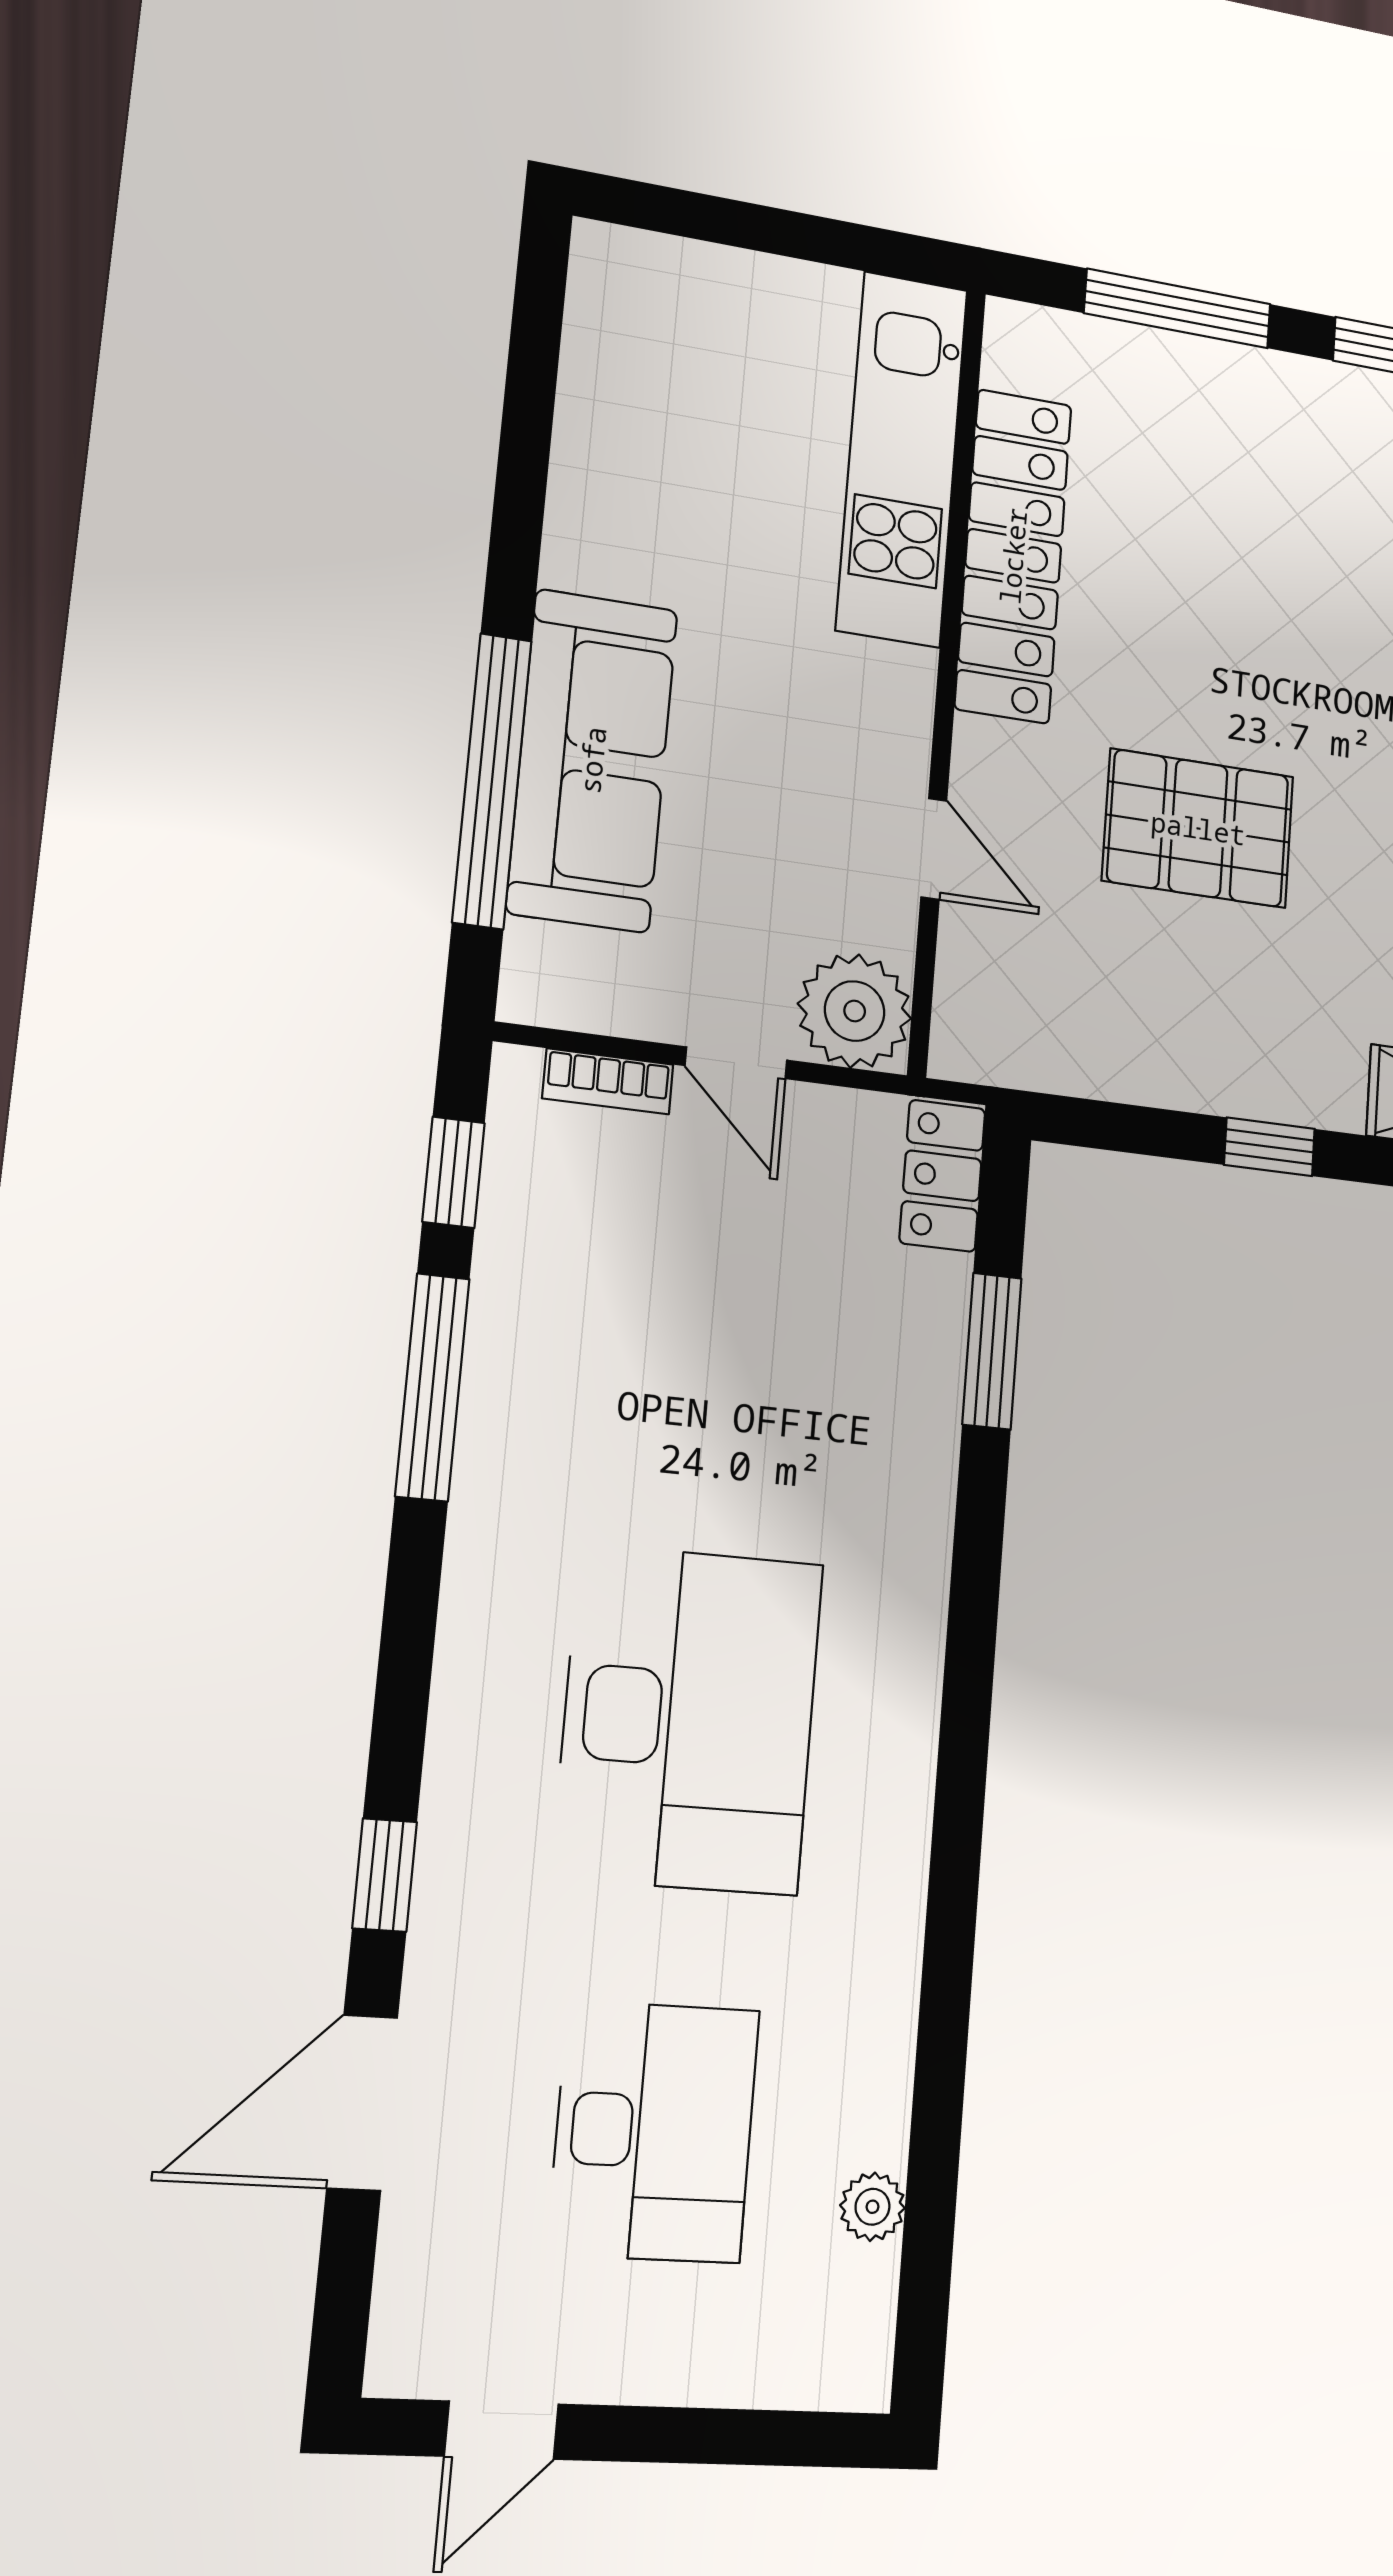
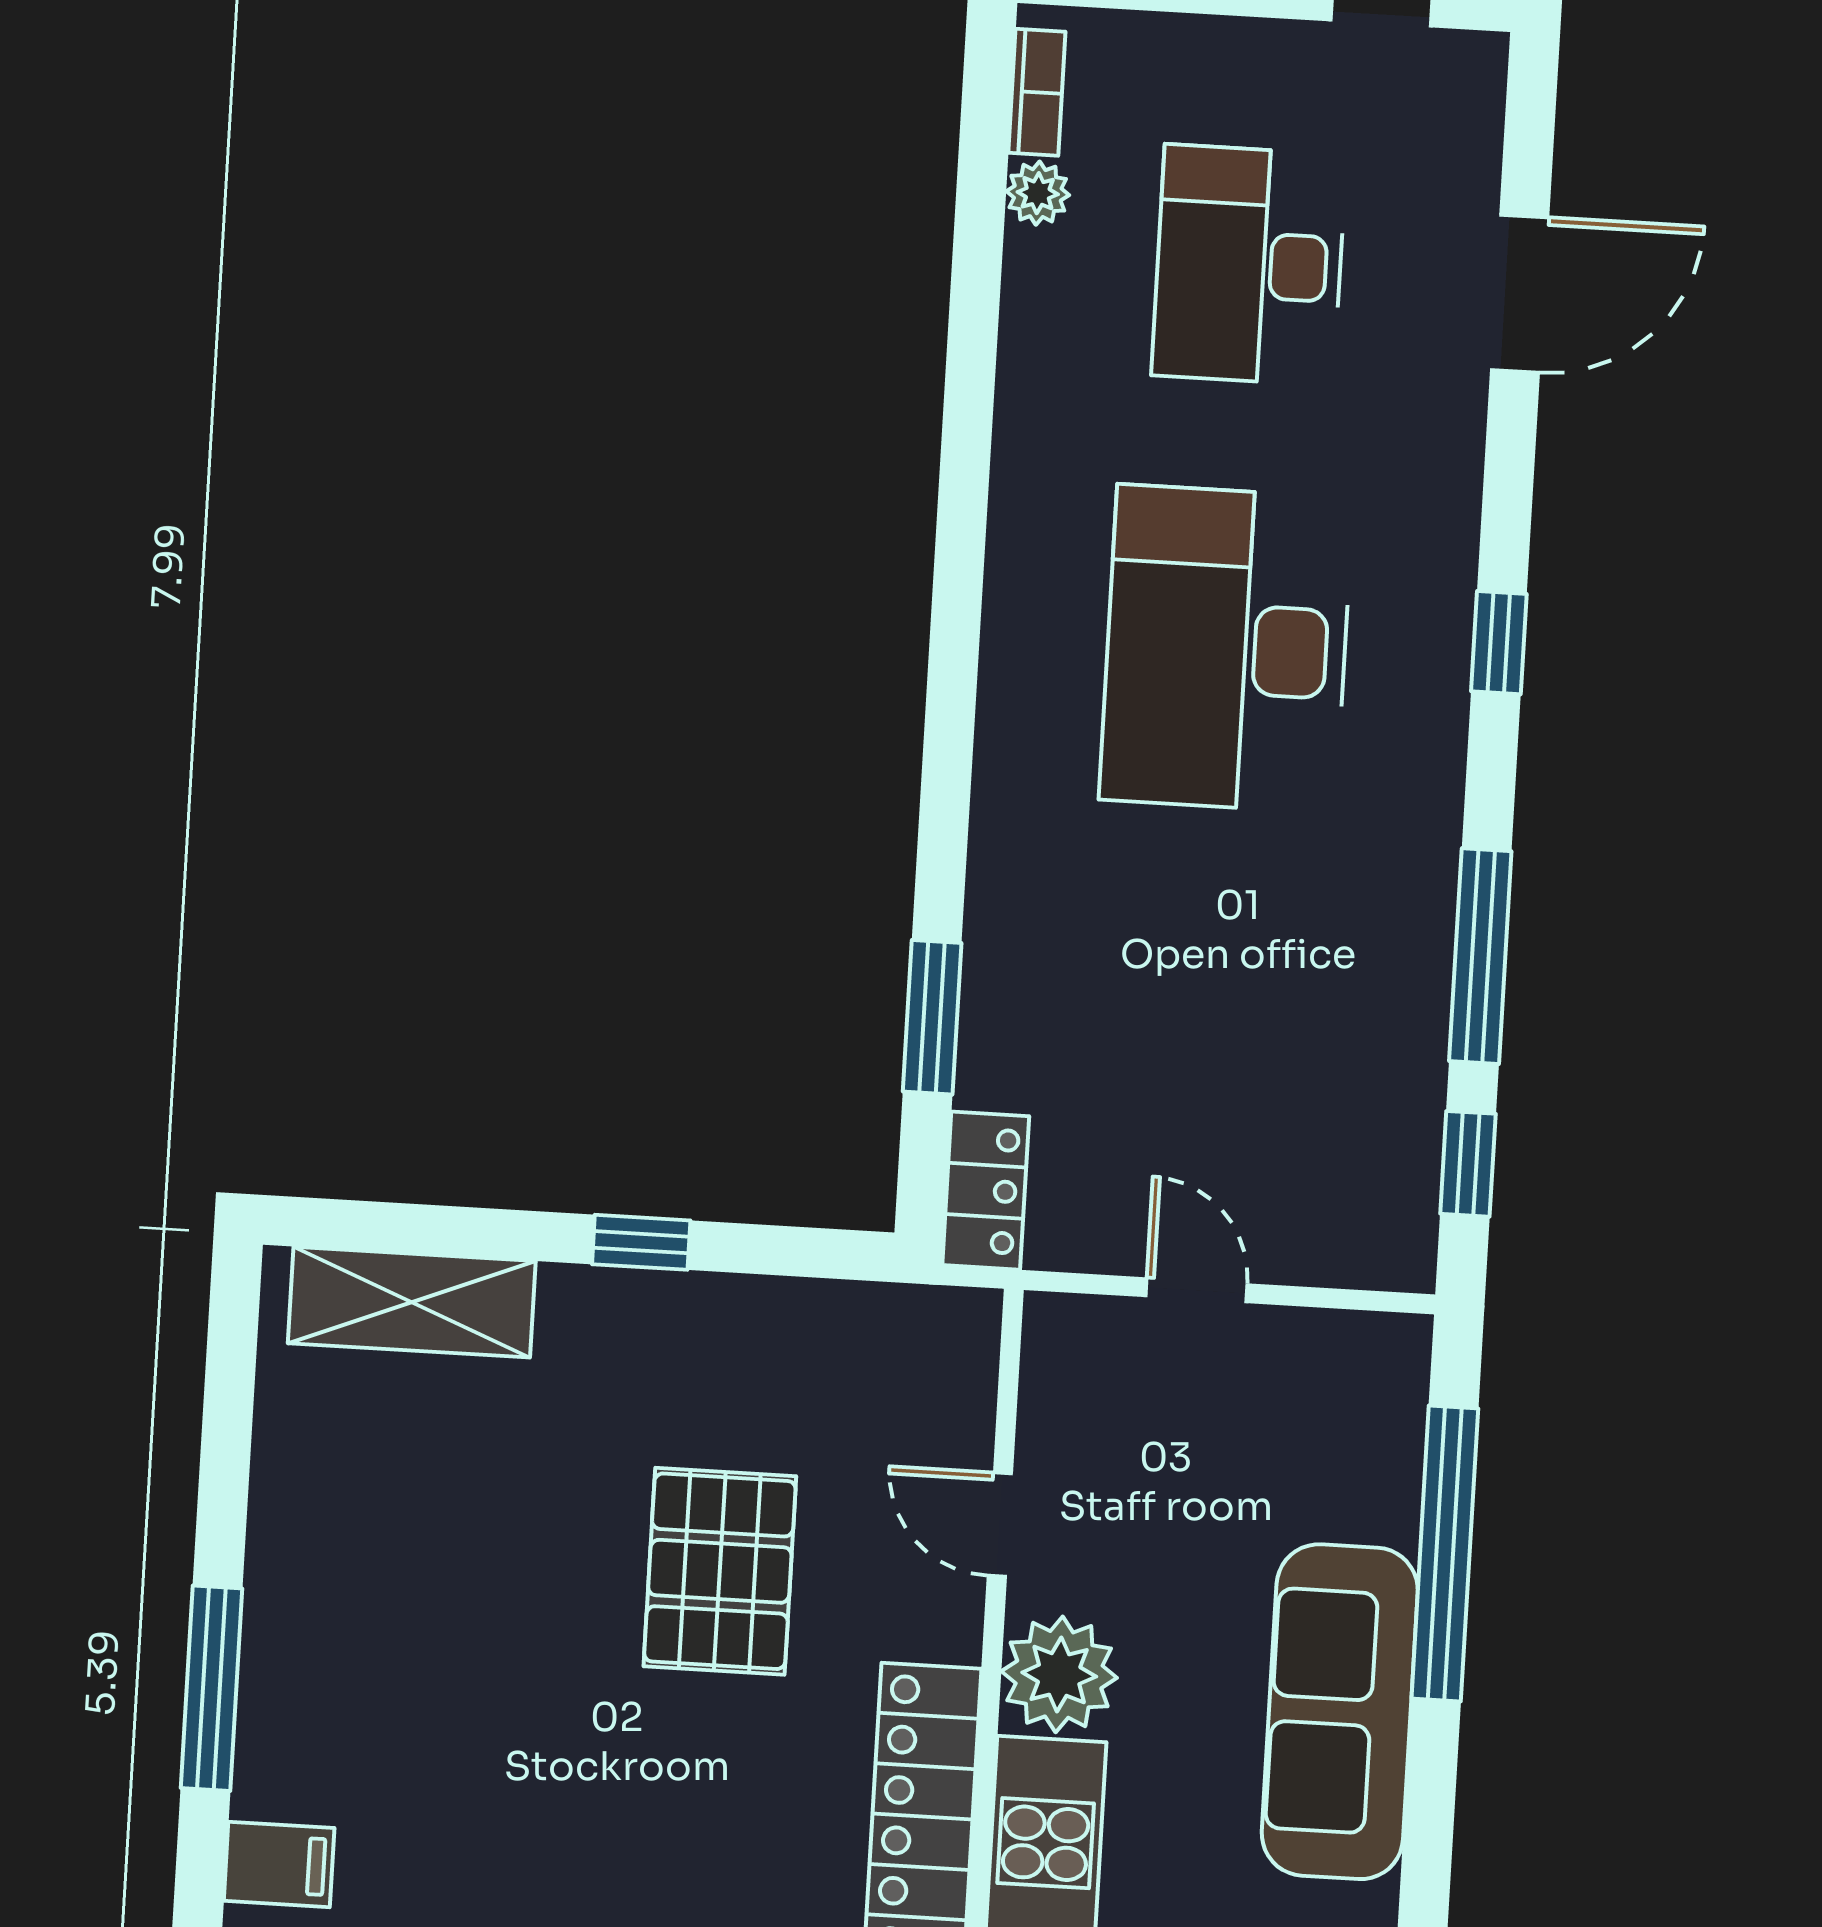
sofa: (592, 760) -> (1340, 1712), moved
pallet: (1198, 828) -> (720, 1571), turned 90
plant: (855, 1011) -> (1059, 1674), moved
bookcase: (608, 1081) -> (1037, 92), moved, turned 90
window: (385, 1875) -> (1499, 643), moved

